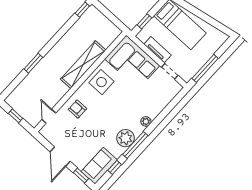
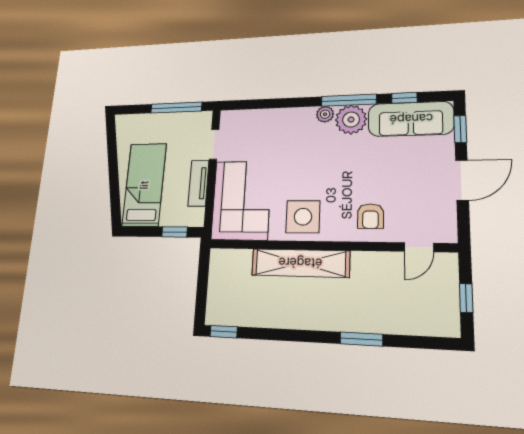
plant: (146, 121) -> (325, 114), moved
sofa: (99, 166) -> (411, 119), width x1.36

